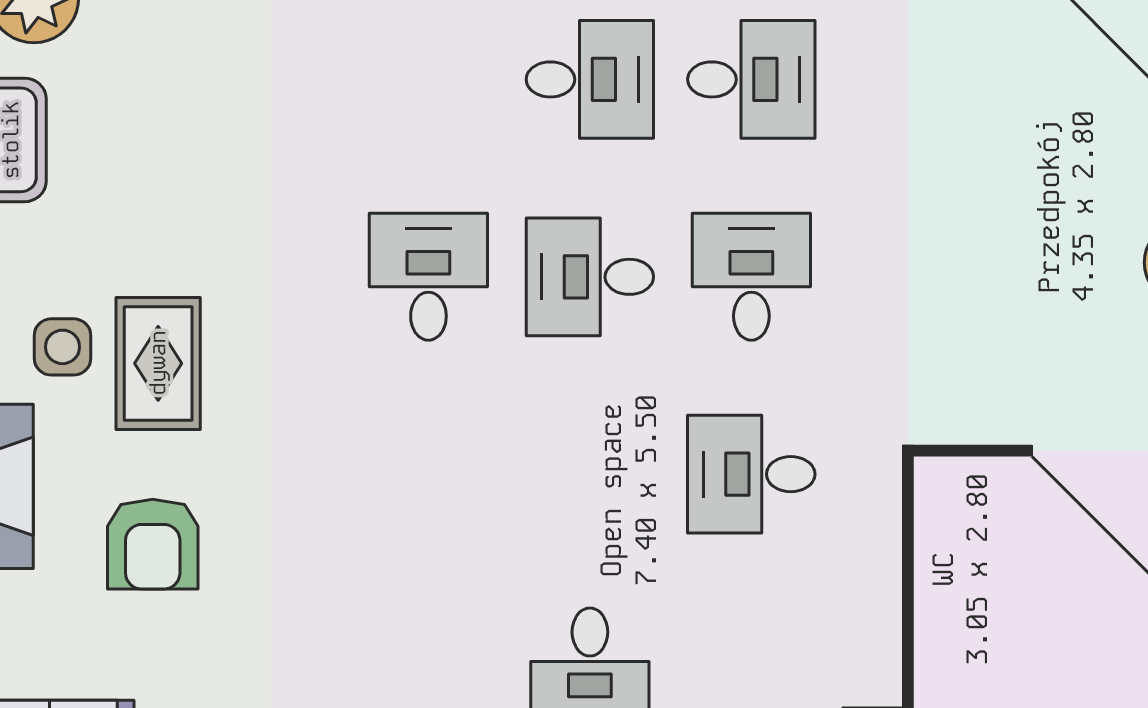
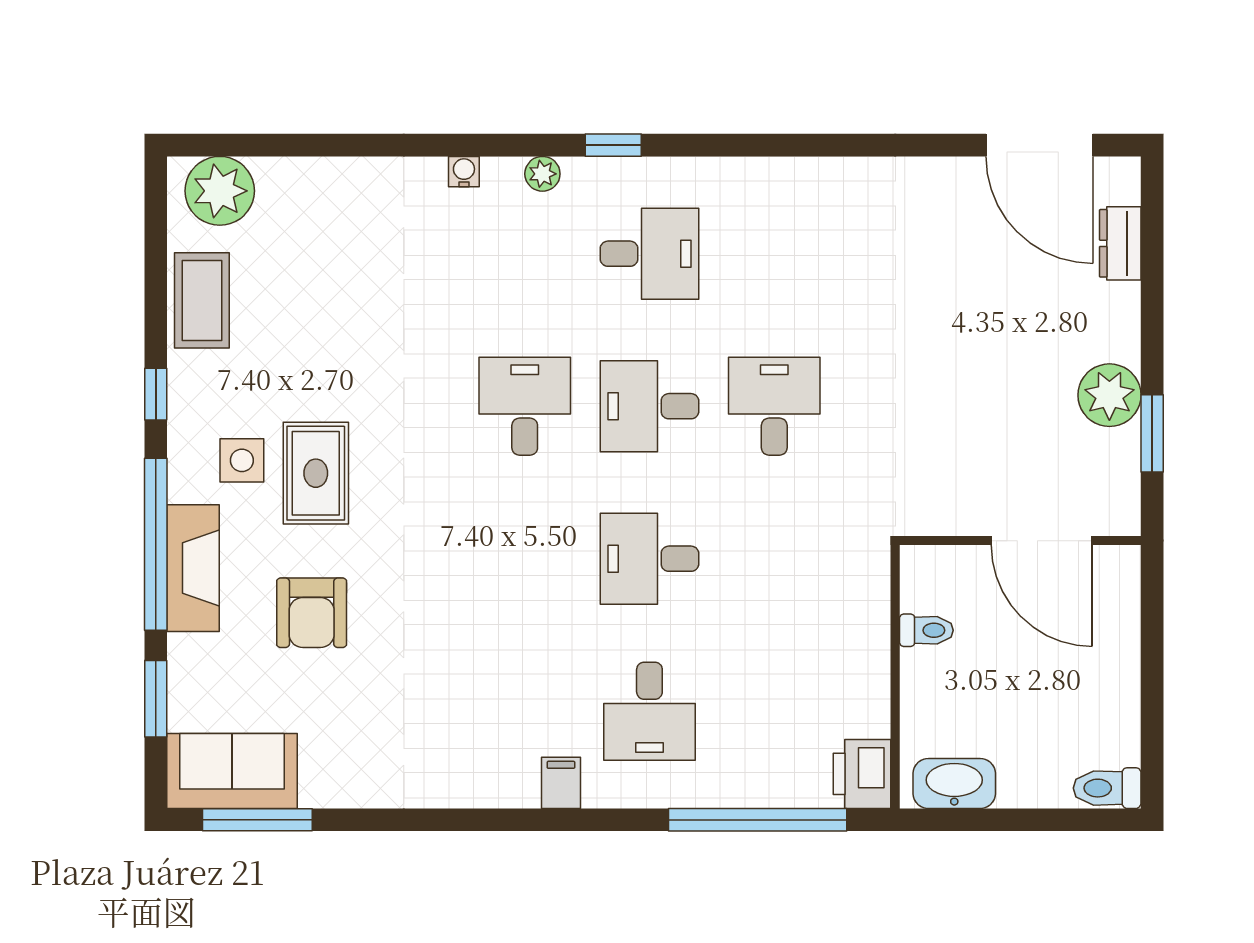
desk: (751, 79) -> (774, 254), removed
desk: (751, 474) -> (649, 559), moved
toilet: (948, 567) -> (926, 630), added

